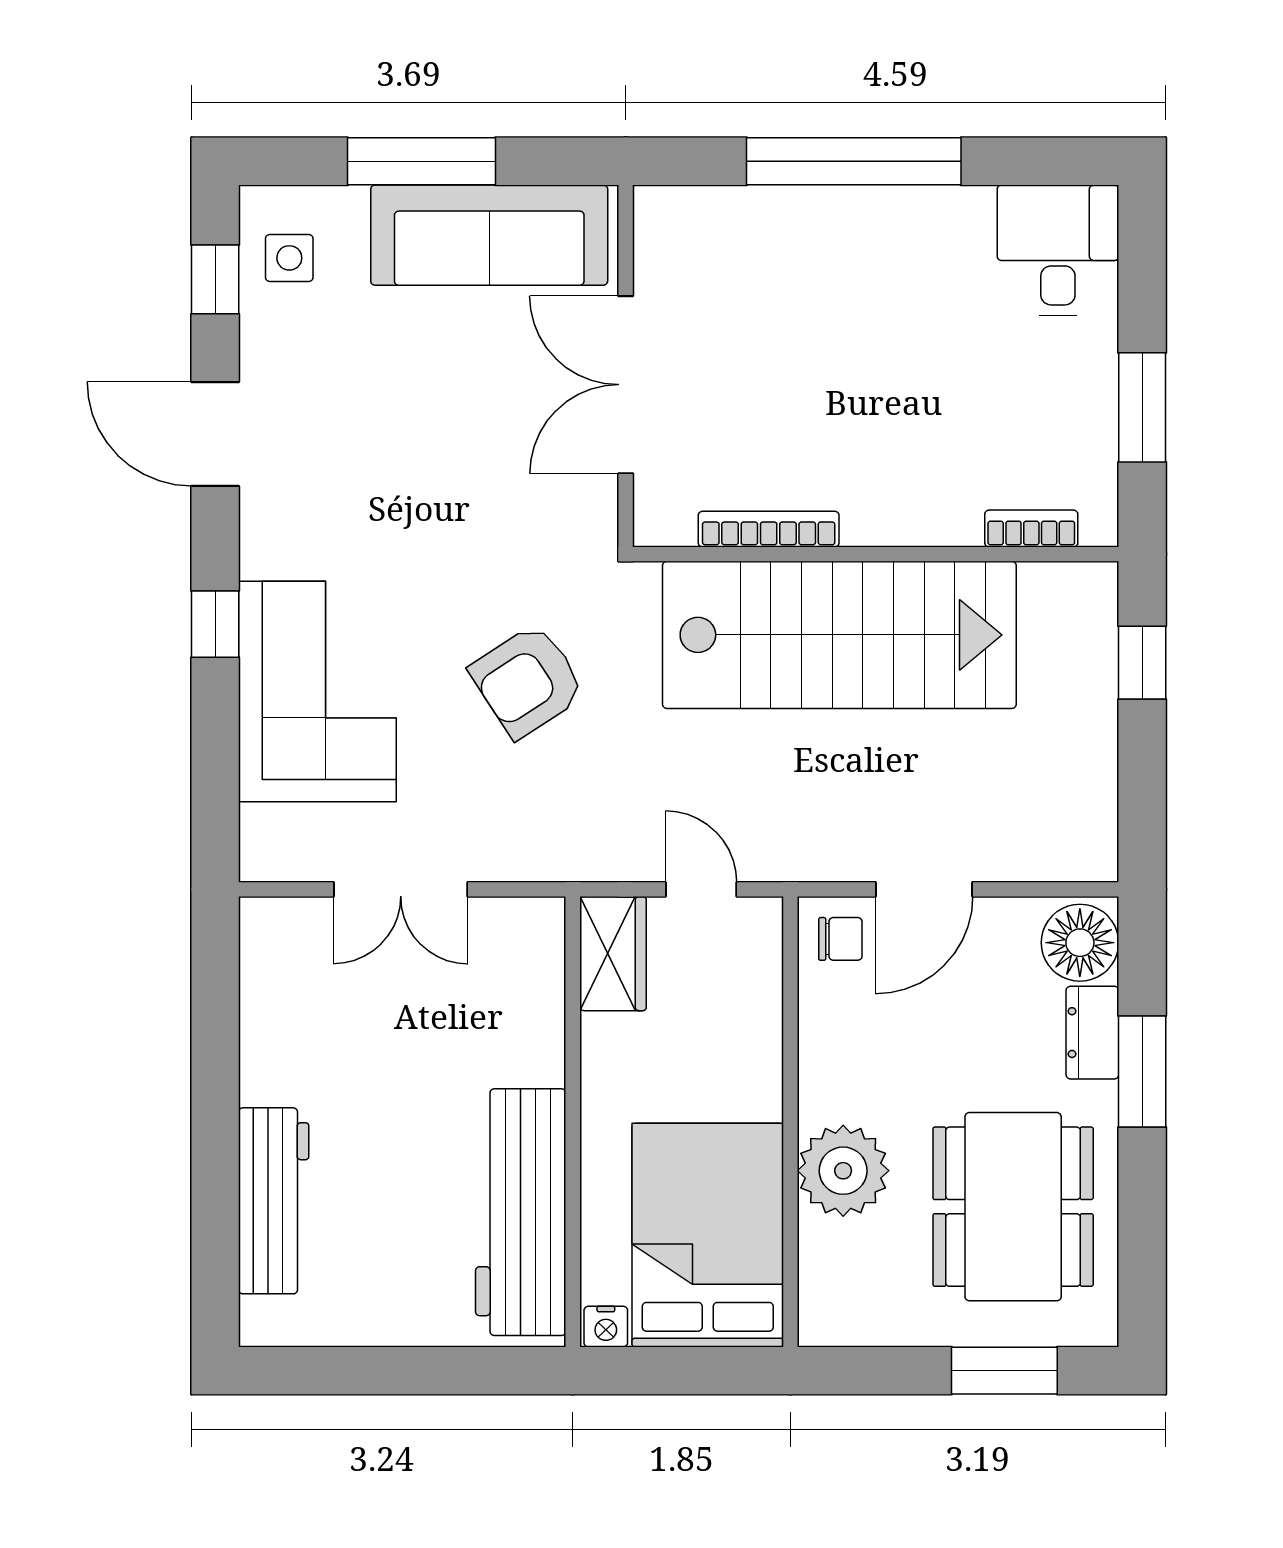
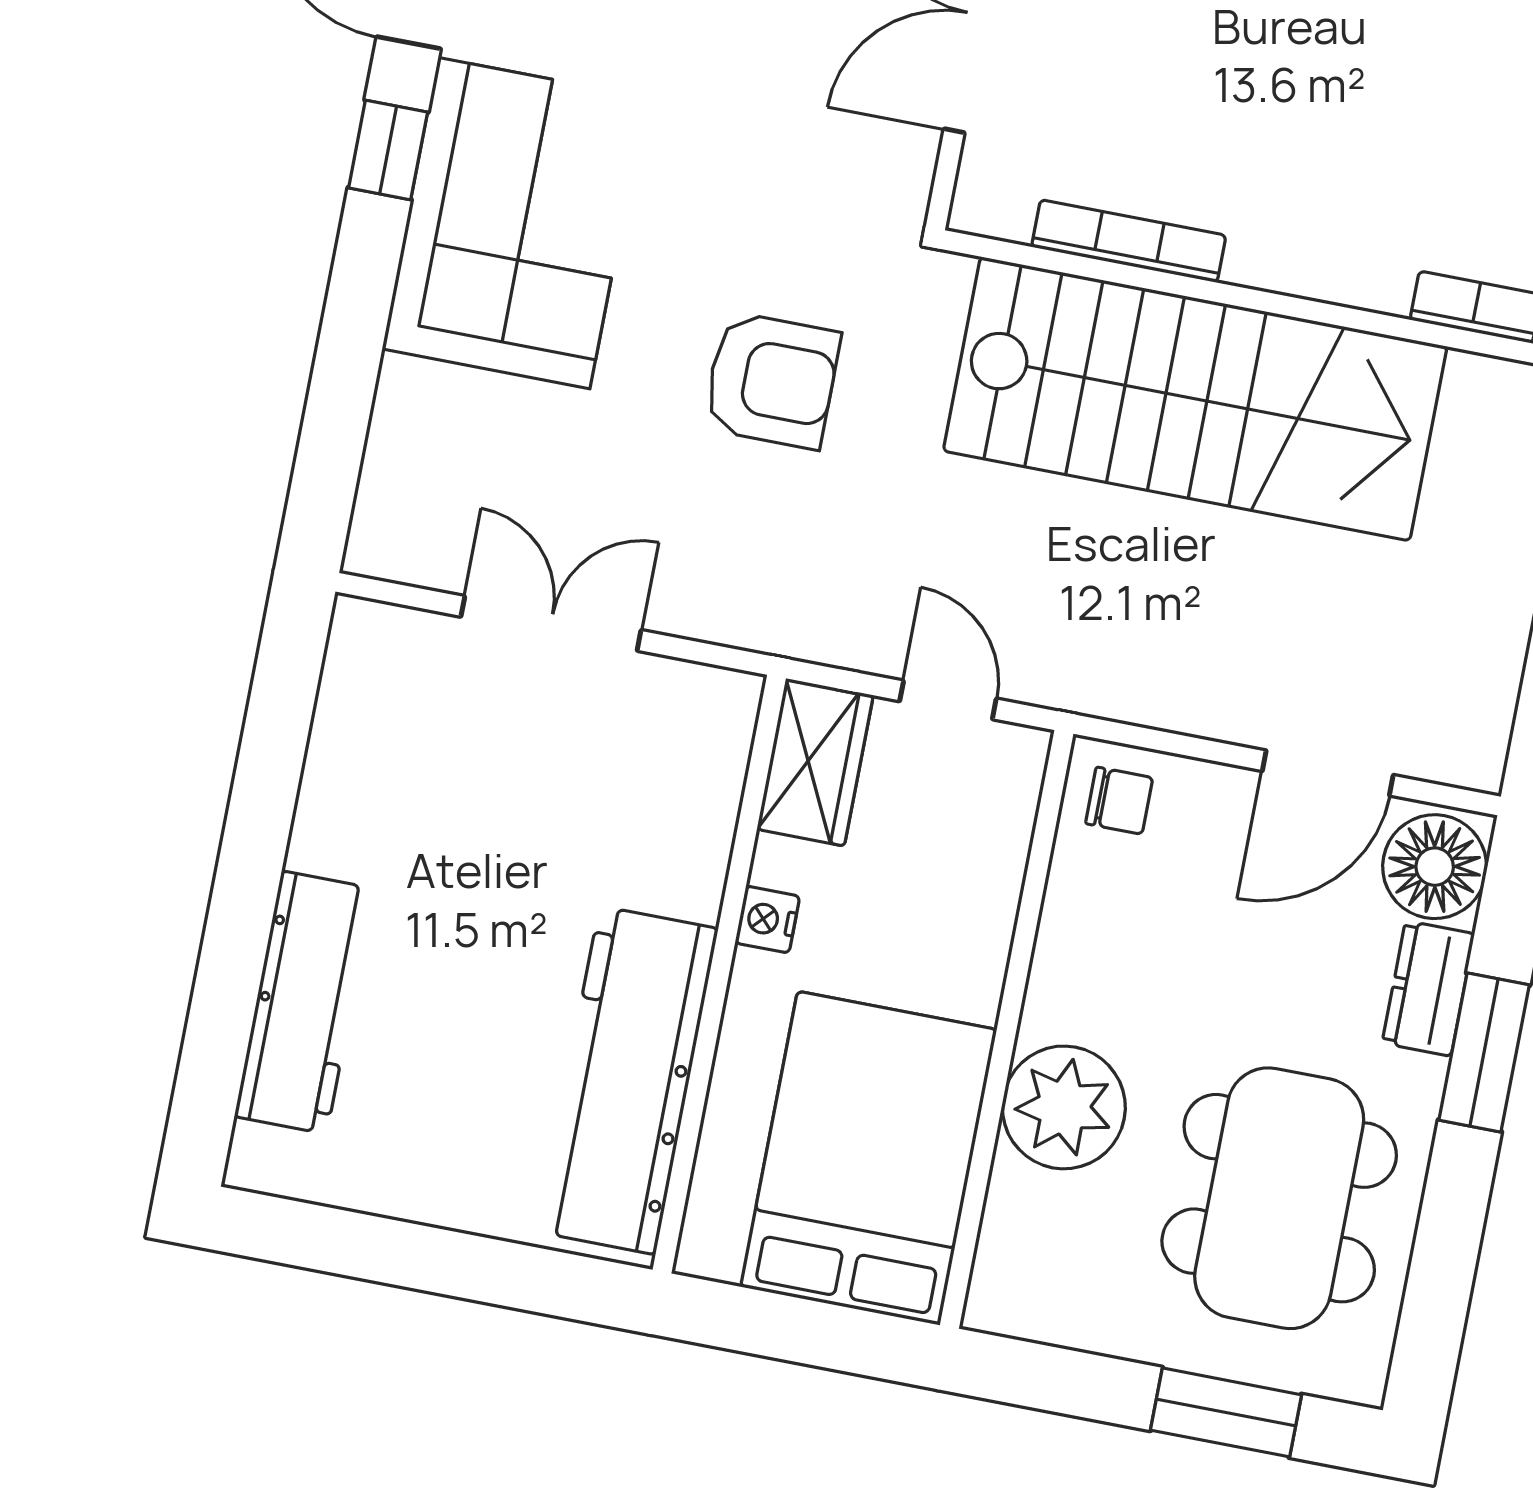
window: (215, 624) -> (388, 150), moved
armchair: (528, 681) -> (772, 380), turned -147
corner sofa: (317, 691) -> (514, 223), moved
double door: (401, 889) -> (551, 623), swing flipped
door: (924, 889) -> (1328, 773), moved
nightstand: (606, 1327) -> (767, 920), moved, turned 90

